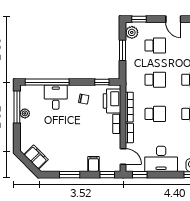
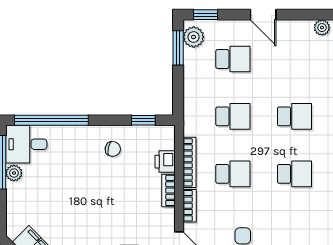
window: (123, 50) -> (178, 48), moved
desk: (56, 97) -> (26, 144), moved, turned -90
printer: (112, 101) -> (165, 162), width x0.53, depth x0.68

